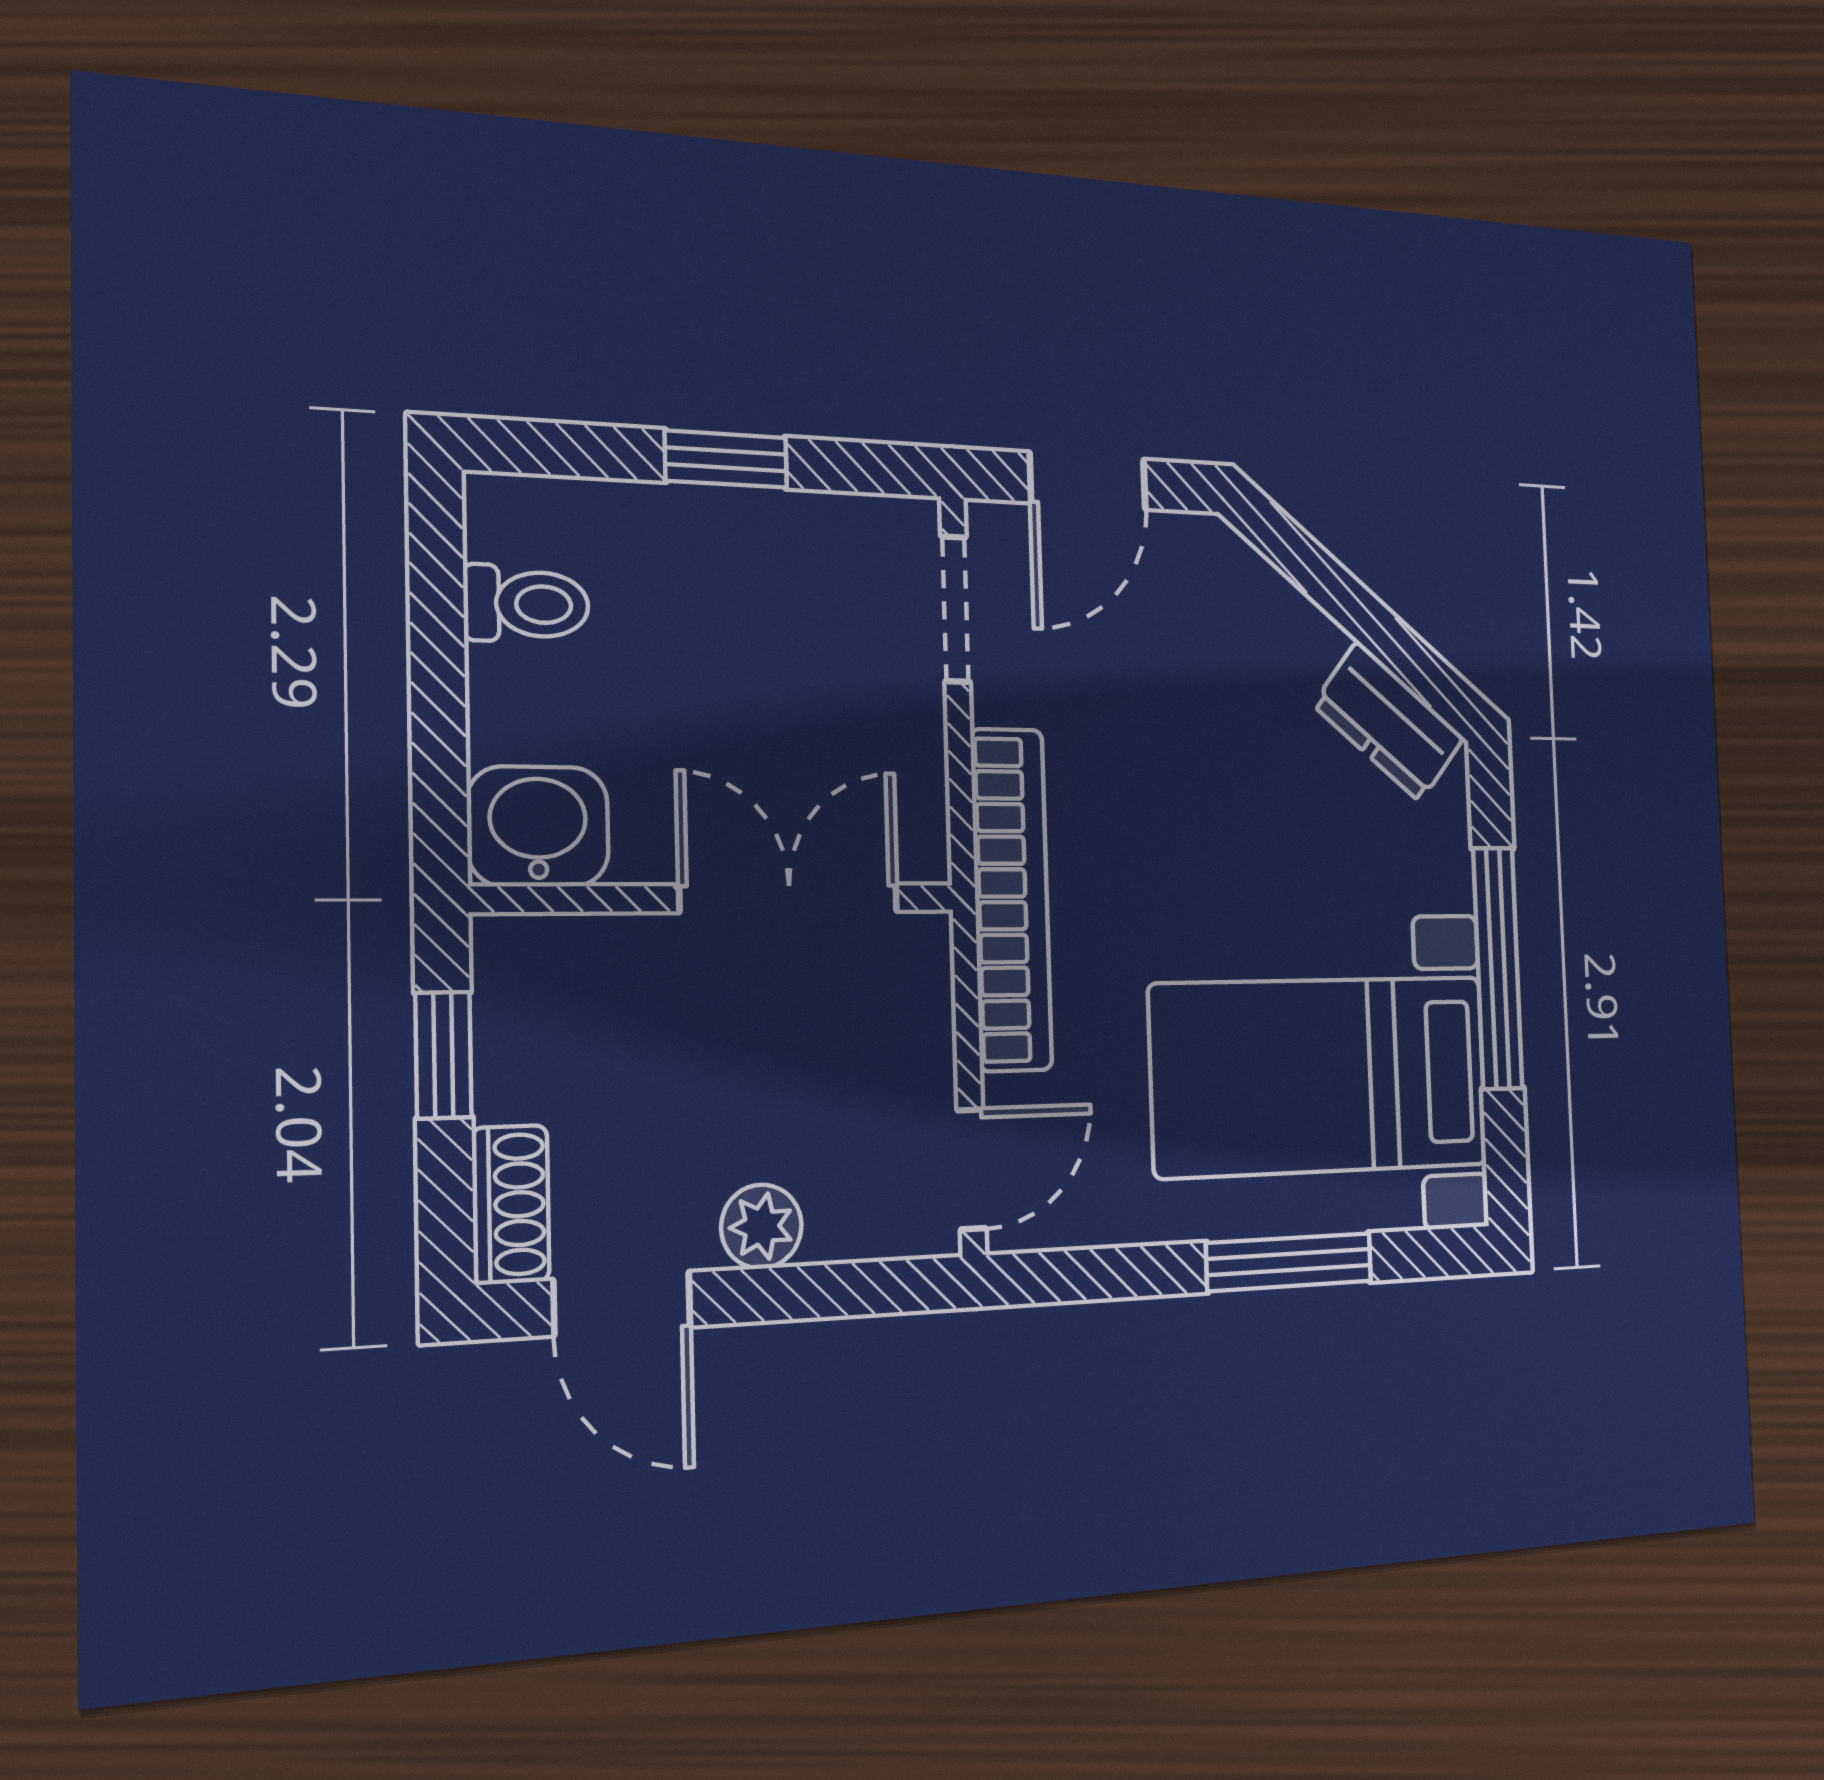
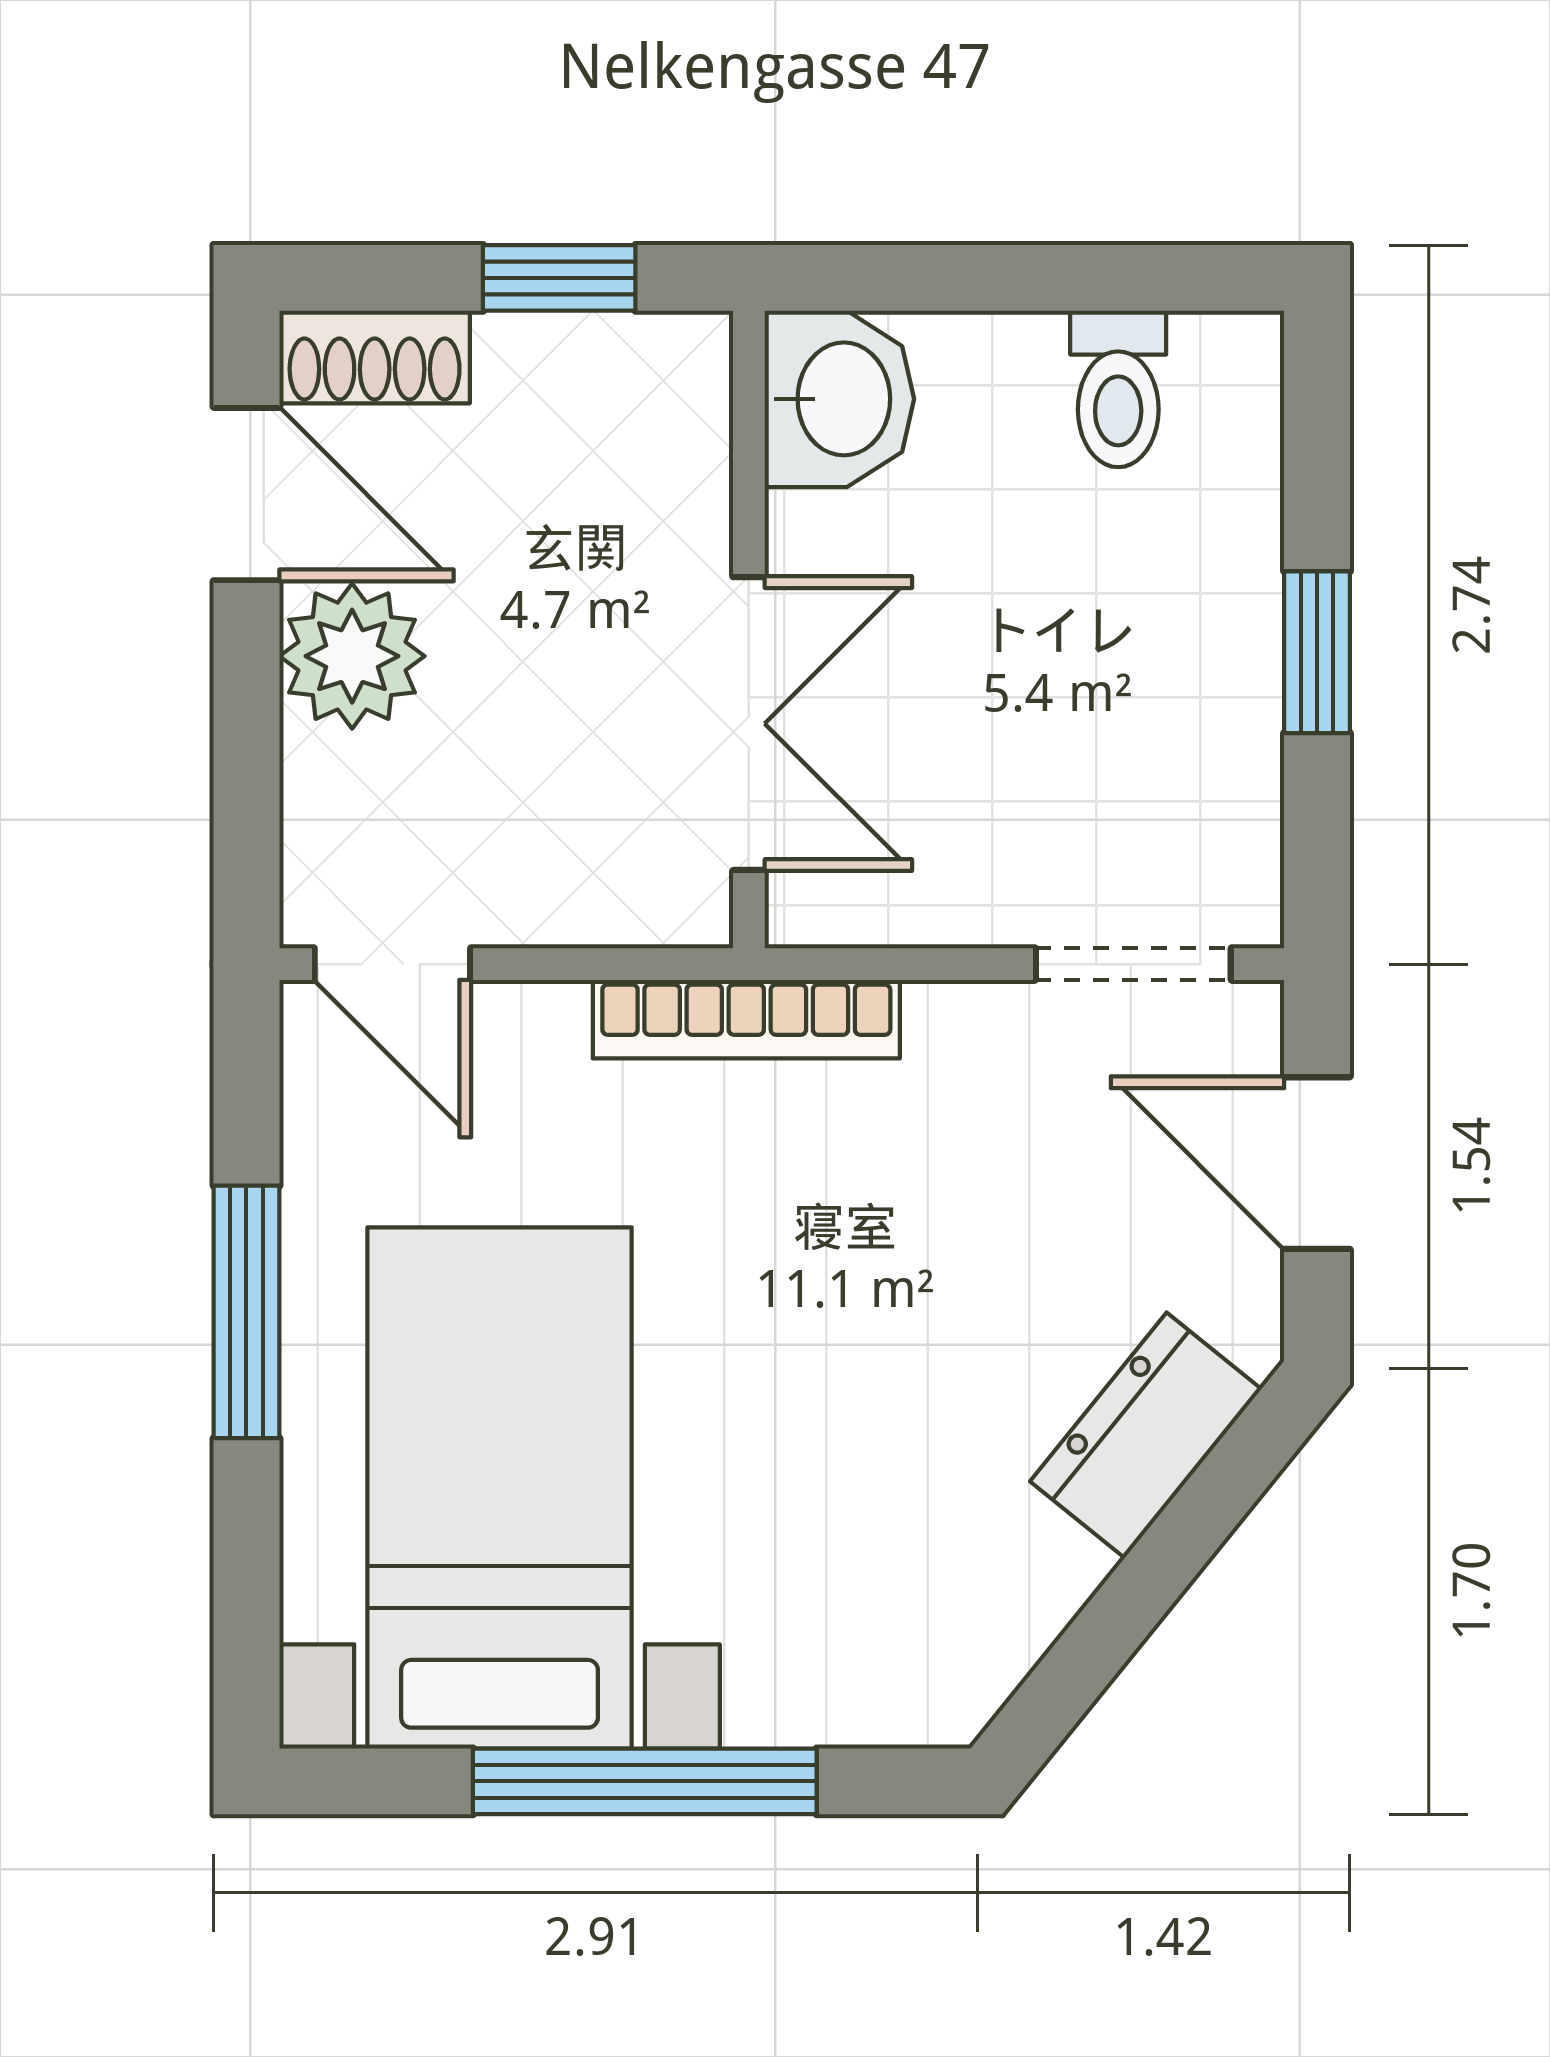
dresser: (1389, 721) -> (1146, 1435), moved
bookcase: (1011, 899) -> (746, 1019), width x0.68, depth x0.76
plant: (761, 1227) -> (352, 656), width x1.38, depth x1.38
window: (1289, 1262) -> (246, 1312), moved
door: (622, 1303) -> (246, 494), swing flipped

